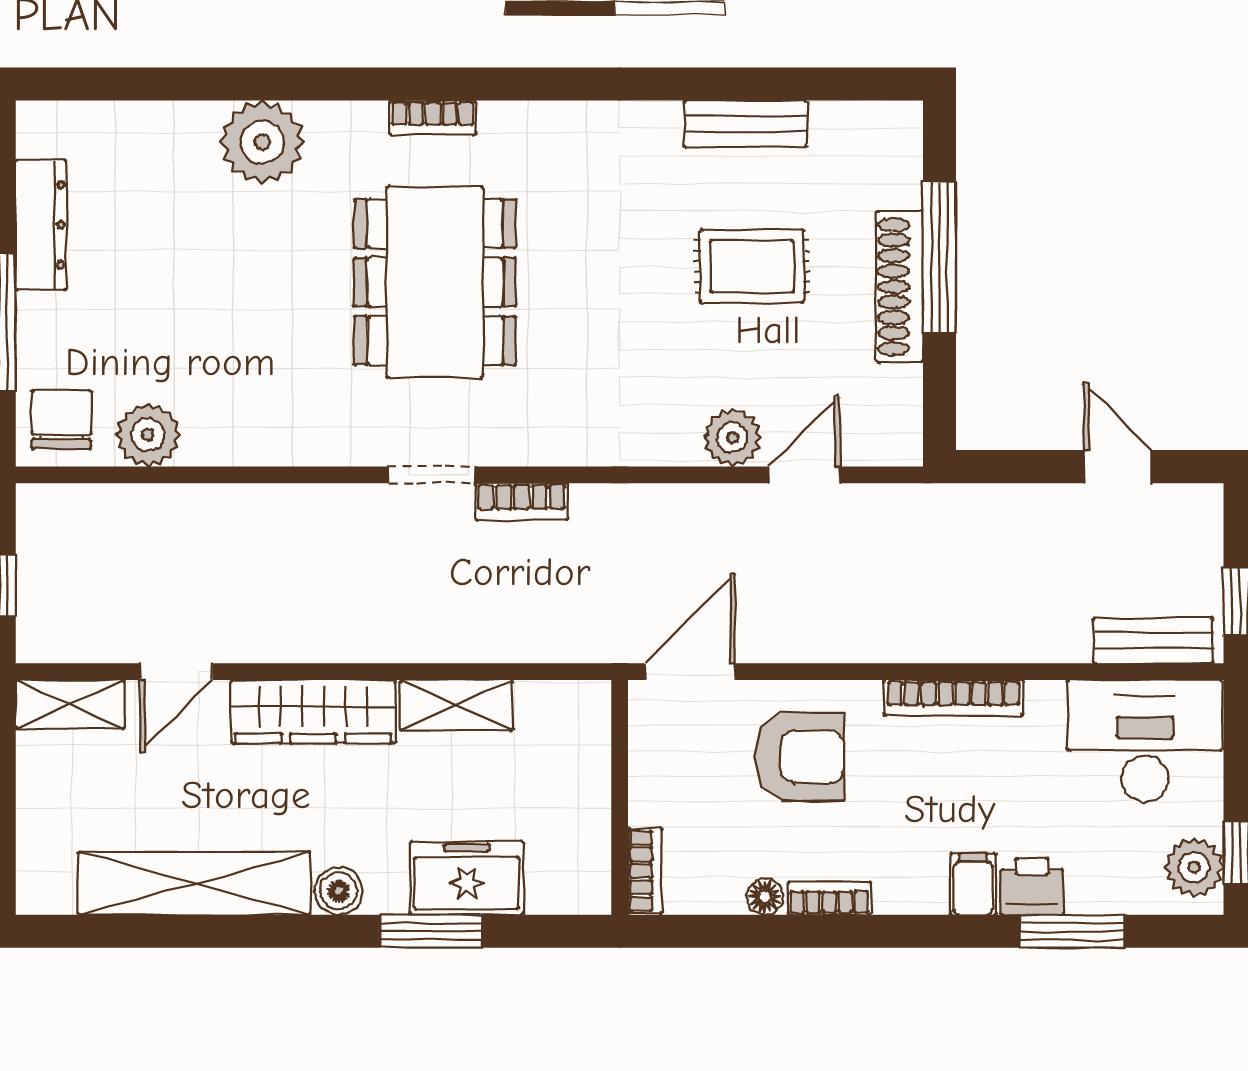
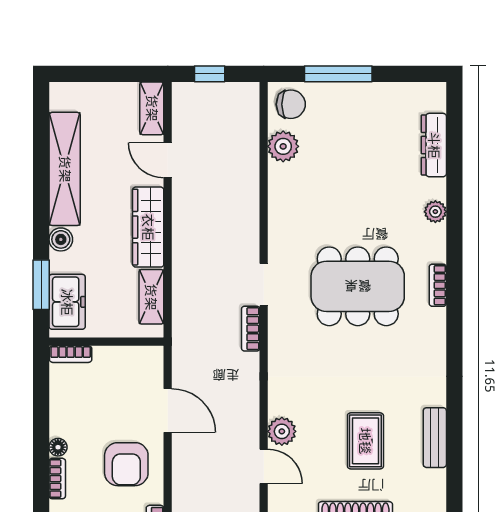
plant: (262, 142) -> (435, 212), width x0.53, depth x0.53
dresser: (41, 225) -> (434, 145), moved, turned 90
wall: (620, 797) -> (106, 342), moved
bookcase: (645, 871) -> (71, 354), moved

